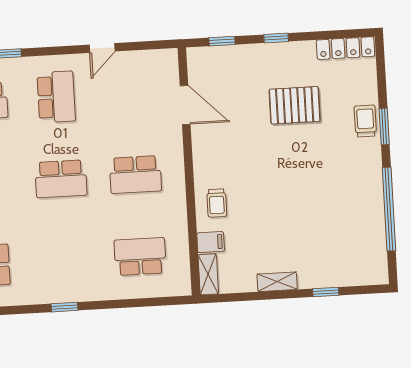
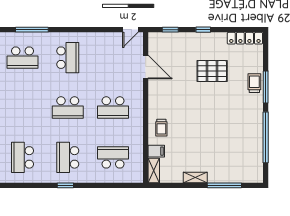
door: (102, 48) -> (130, 30), moved
window: (384, 126) -> (266, 87), width x1.44
school desk: (66, 261) -> (68, 157), added
window: (326, 292) -> (224, 185), width x2.17

